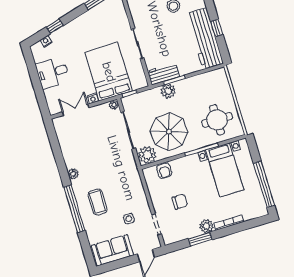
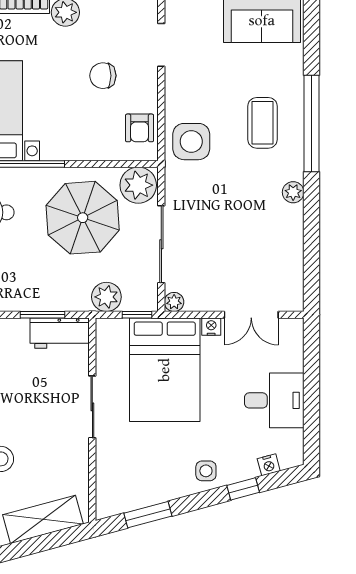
side table: (75, 30) -> (206, 471), added
plant: (168, 91) -> (106, 297), moved
armchair: (164, 171) -> (140, 128), moved, turned 180
side table: (129, 219) -> (191, 142), moved, width x1.87, depth x1.87

